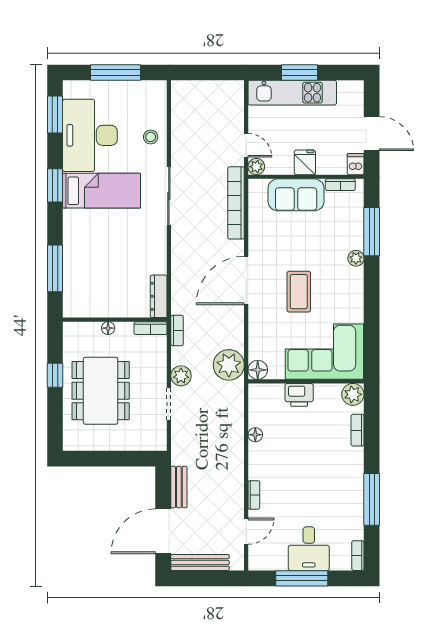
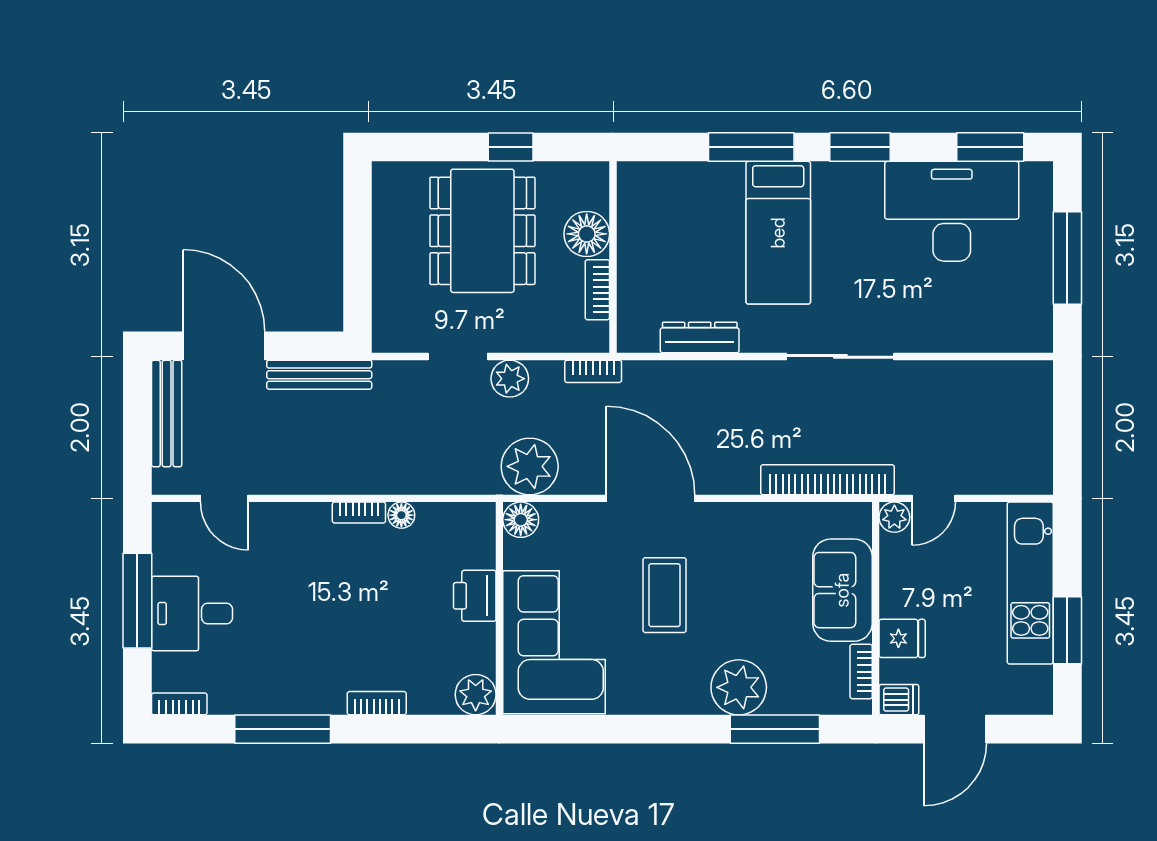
window: (300, 73) -> (1067, 630), moved
stool: (151, 137) -> (949, 323), removed
fridge: (305, 162) -> (902, 638), moved
bed: (102, 191) -> (778, 233), moved
plant: (356, 258) -> (739, 687), width x1.87, depth x1.87
window: (55, 268) -> (751, 147), moved
door: (246, 280) -> (651, 498), moved
coffee table: (299, 292) -> (665, 595), turned 90
dresser: (159, 296) -> (700, 338), moved
floor lamp: (108, 328) -> (587, 234), width x1.89, depth x1.89
bookcase: (151, 328) -> (597, 290), moved
dining table: (101, 391) -> (482, 231), turned 90
bookcase: (358, 430) -> (377, 703), moved
bench: (179, 487) -> (319, 375), width x1.36
bookcase: (254, 495) -> (359, 513), moved

